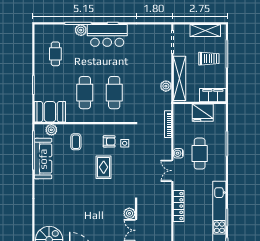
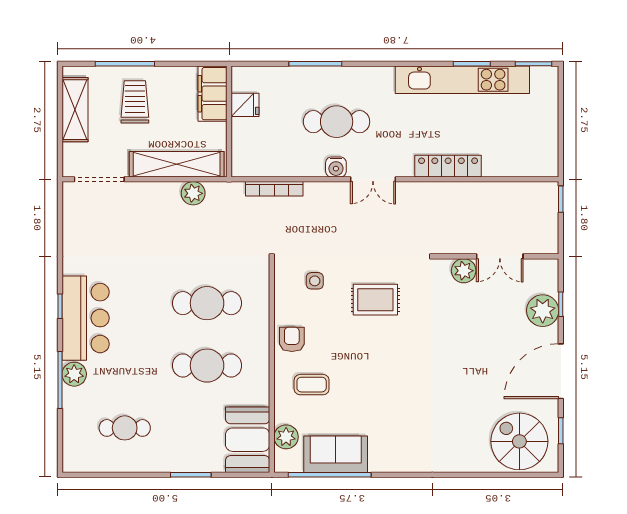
fridge: (203, 113) -> (245, 105), width x0.53, depth x0.75
armchair: (109, 141) -> (292, 339), moved
sofa: (43, 159) -> (336, 454), width x0.73
rug: (104, 167) -> (375, 300), moved

